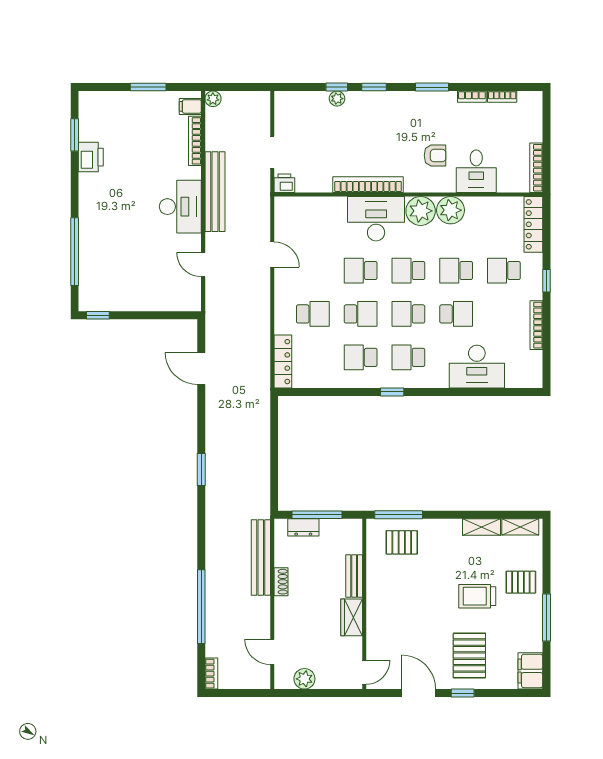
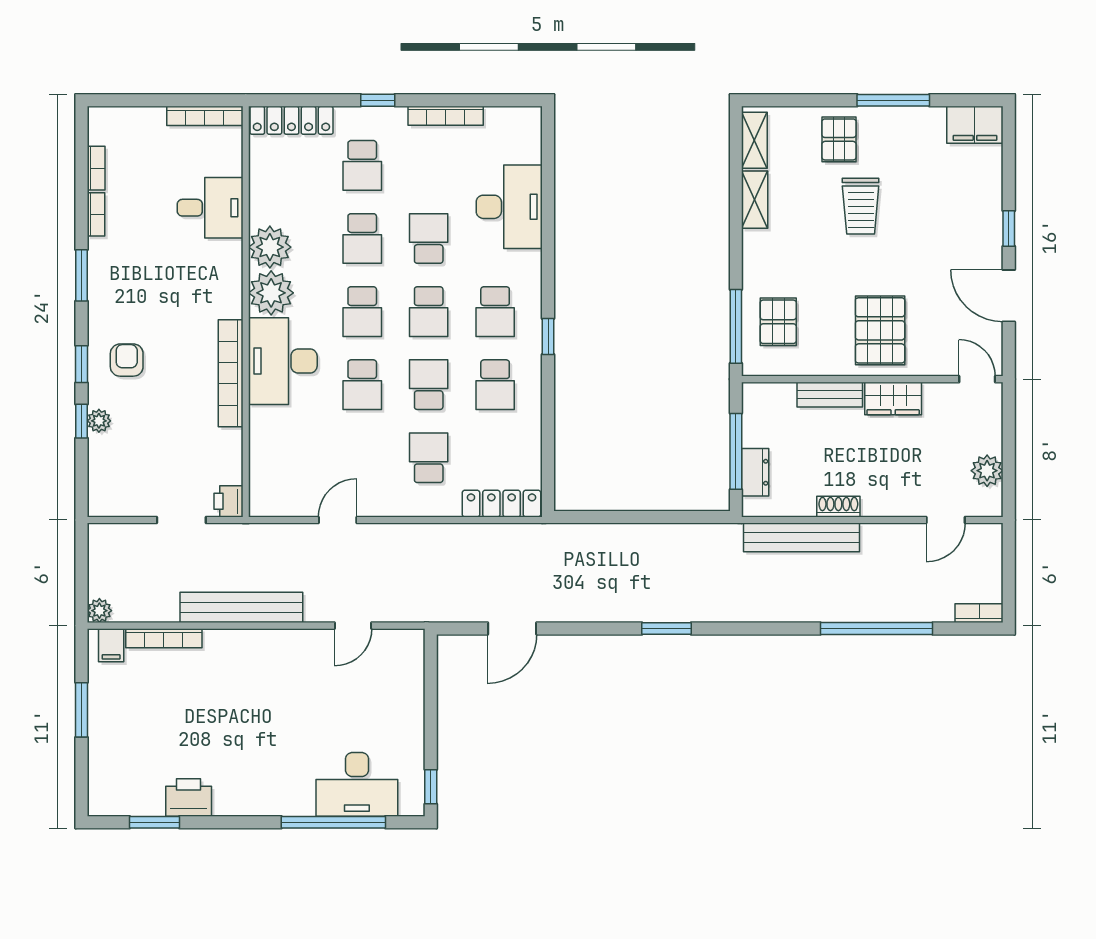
armchair: (435, 155) -> (127, 360), moved
desk: (180, 207) -> (357, 784), moved, turned 180
pallet: (469, 656) -> (880, 330), moved, turned 90
door: (419, 693) -> (1009, 296), hinge flipped

